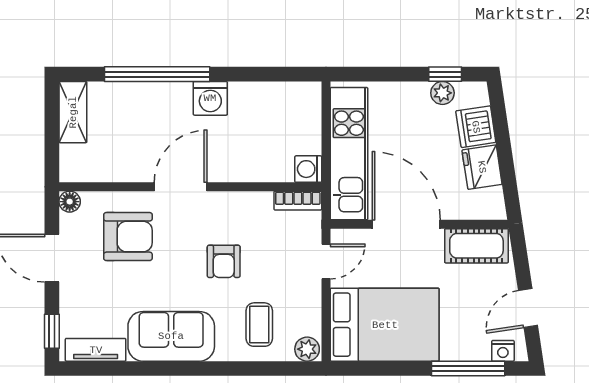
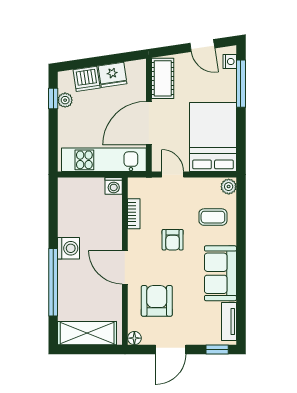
shelving: (73, 112) -> (87, 333), width x1.50, depth x1.33
bookcase: (298, 201) -> (134, 214), moved
armchair: (224, 261) -> (173, 240), turned 90

